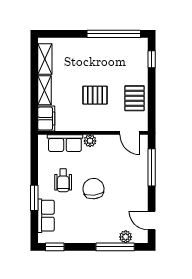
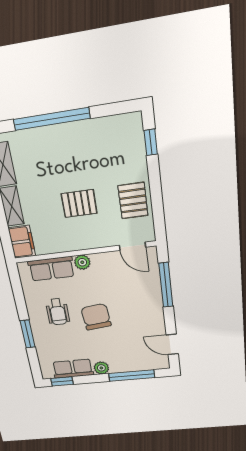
window: (114, 34) -> (52, 119), moved
row of seats: (46, 216) -> (73, 369), moved, turned -90
plant: (126, 237) -> (101, 368), moved

